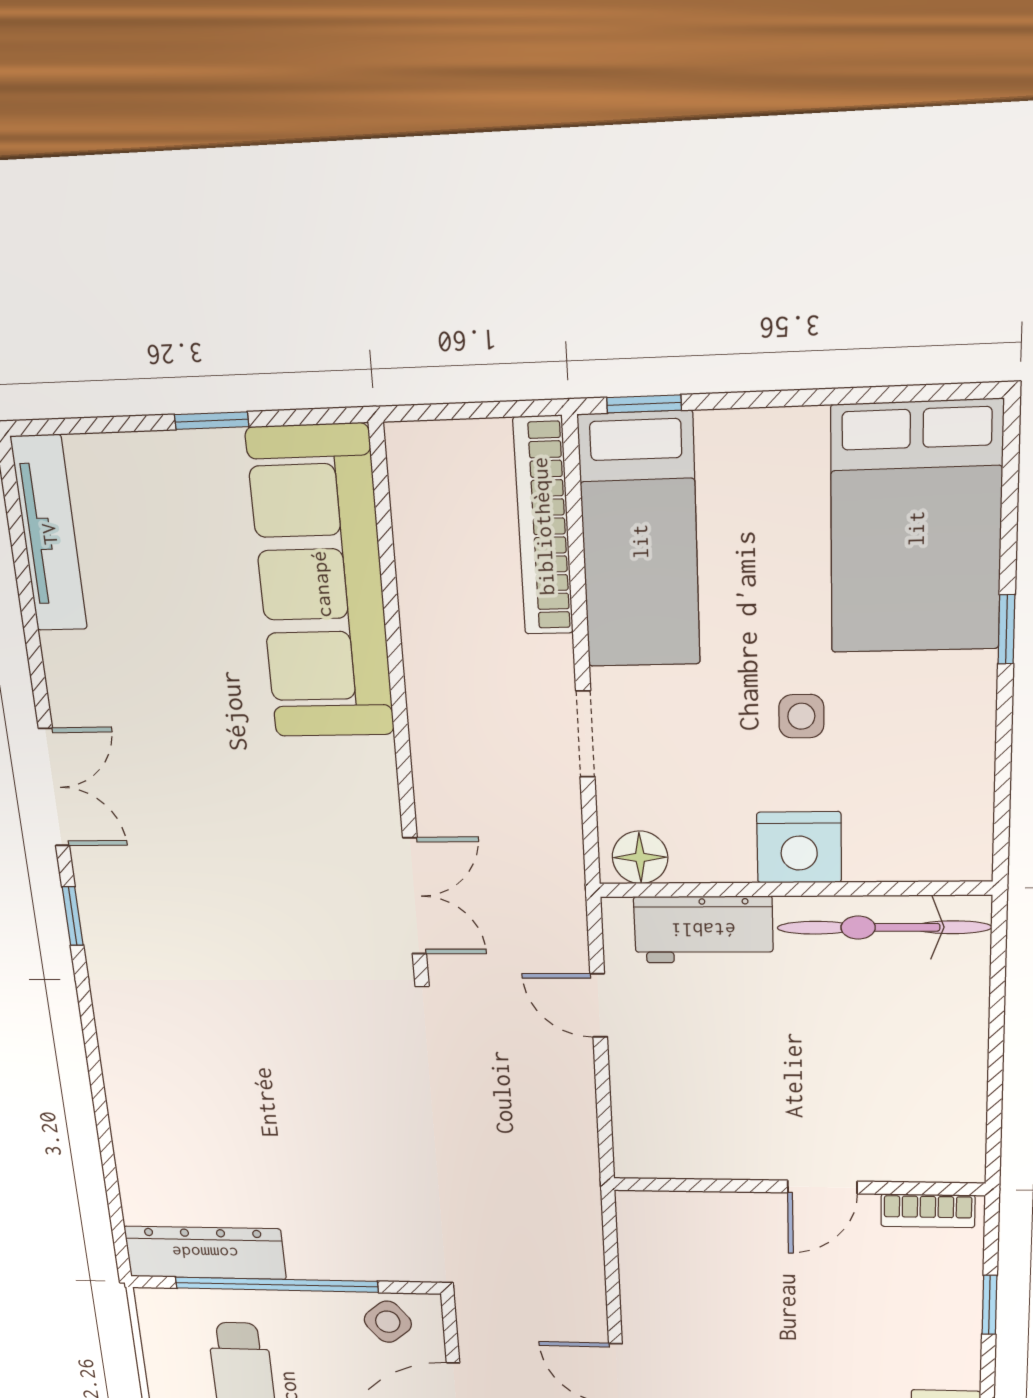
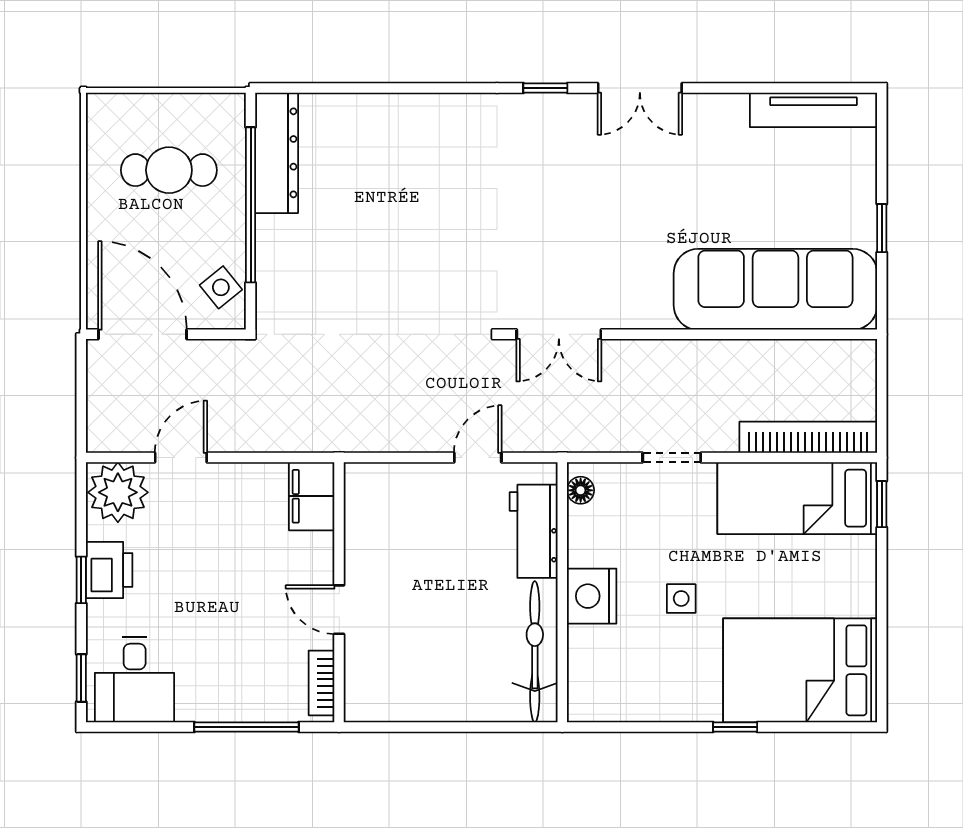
floor lamp: (640, 857) -> (581, 490), width x0.73, depth x0.73
filing cabinet: (663, 1219) -> (312, 496), added
window: (989, 1305) -> (247, 727), width x2.17

